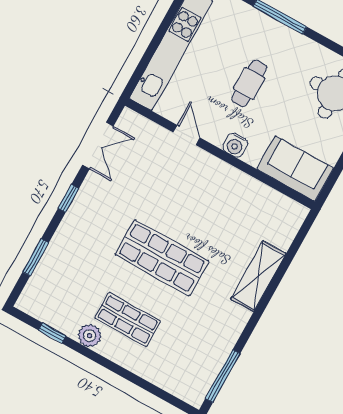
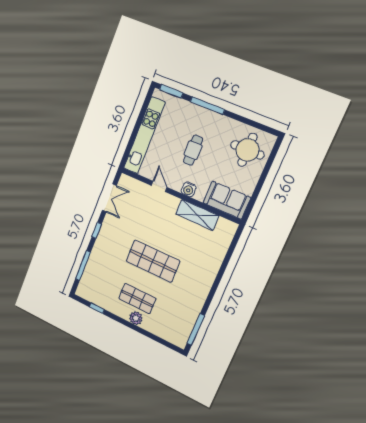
window: (36, 257) -> (83, 266), width x1.44
shelving: (258, 276) -> (197, 215), moved, turned 90
plant: (89, 336) -> (136, 318), moved

